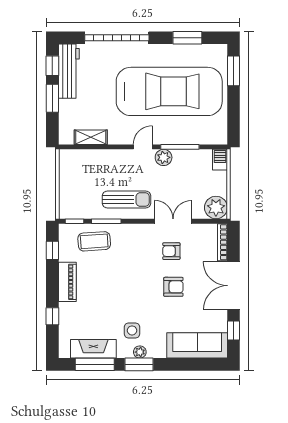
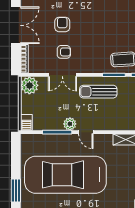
door: (143, 147) -> (86, 132), hinge flipped
armchair: (173, 287) -> (62, 24), turned 90

